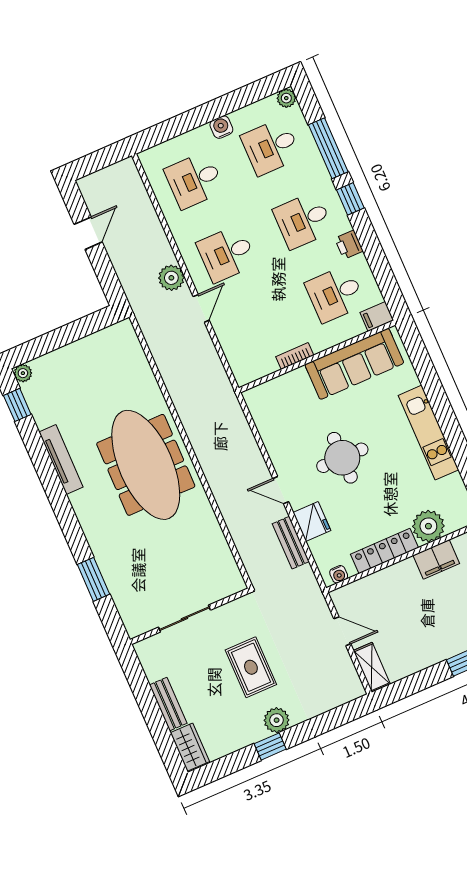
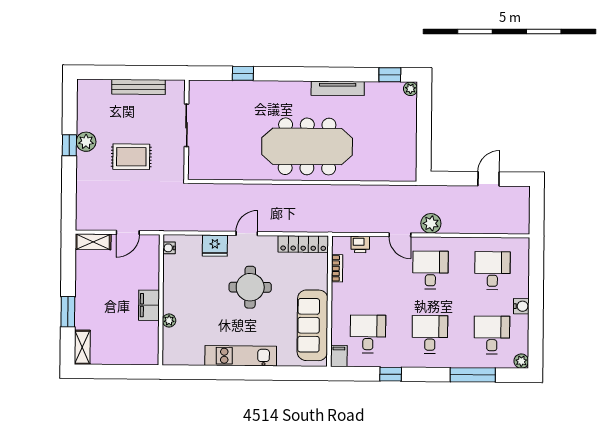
window: (350, 199) -> (391, 374), moved
door: (88, 233) -> (489, 179), swing flipped
printer: (349, 245) -> (360, 244), moved, turned 180
bookcase: (295, 356) -> (337, 268), moved
plant: (428, 526) -> (169, 321), width x0.53, depth x0.53
bench: (291, 543) -> (207, 224), removed
locker: (384, 551) -> (303, 244), moved, turned 90
filing cabinet: (436, 559) -> (149, 305), moved
window: (93, 579) -> (243, 73), width x0.67
bench: (168, 704) -> (139, 87), width x1.36
plant: (277, 720) -> (86, 142), moved
wardrobe: (190, 747) -> (94, 89), removed

